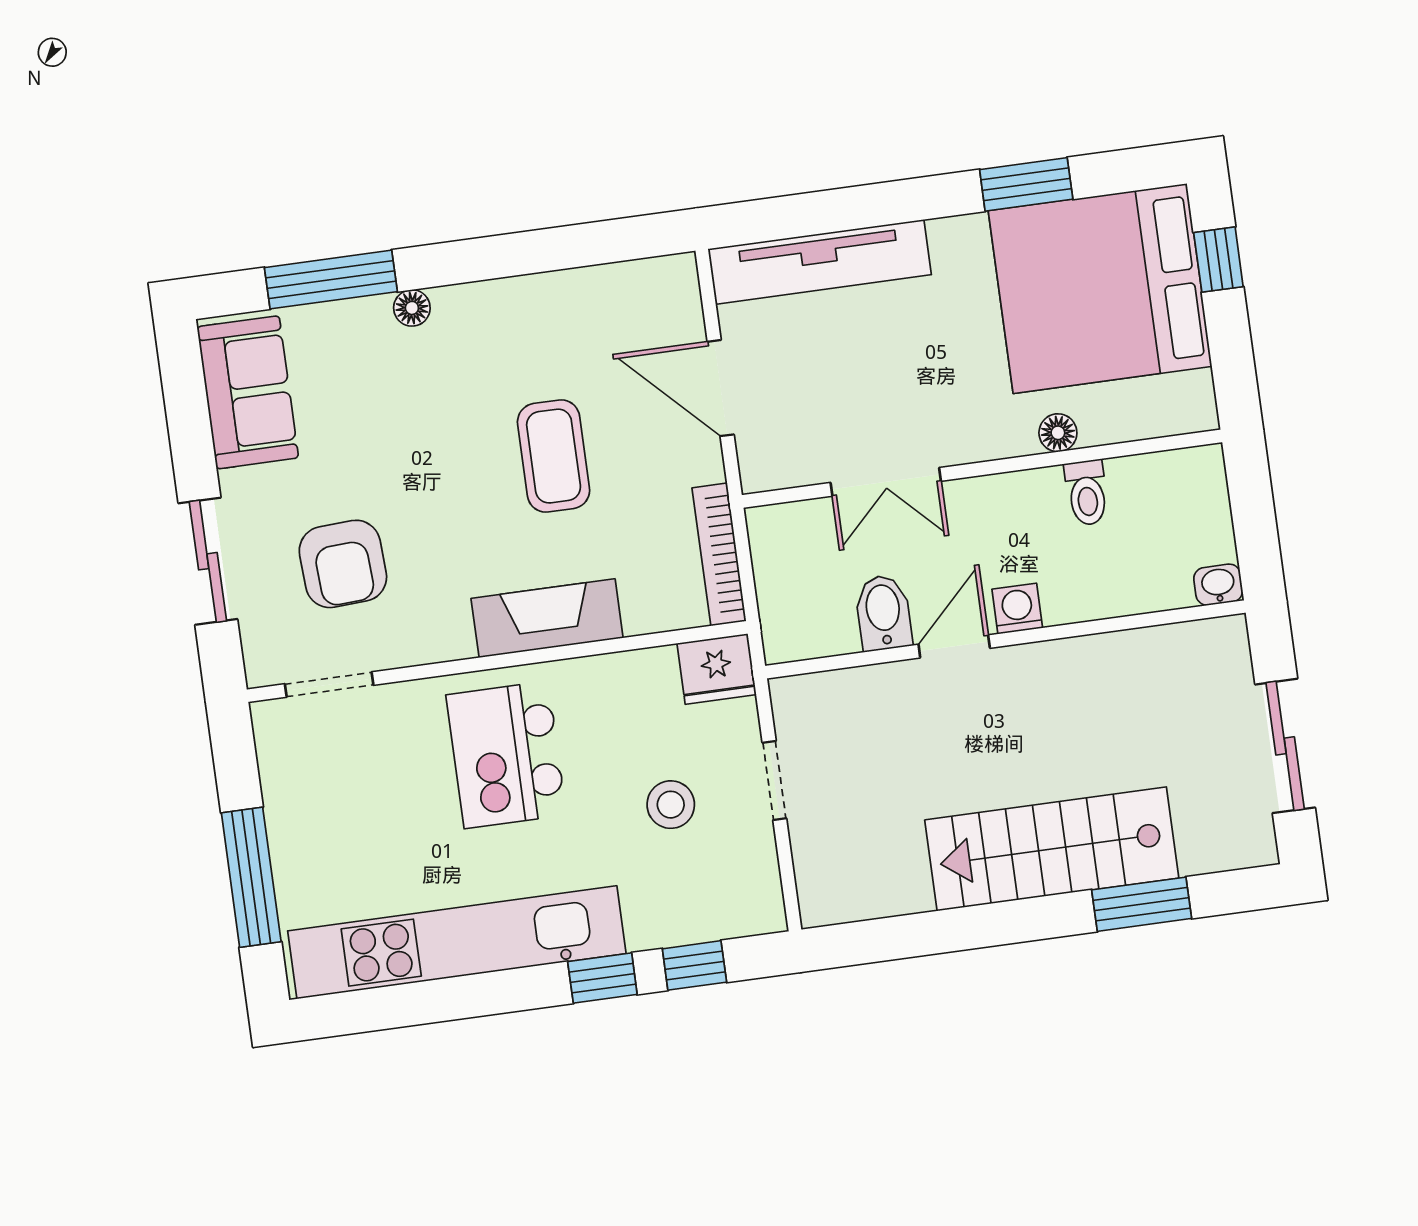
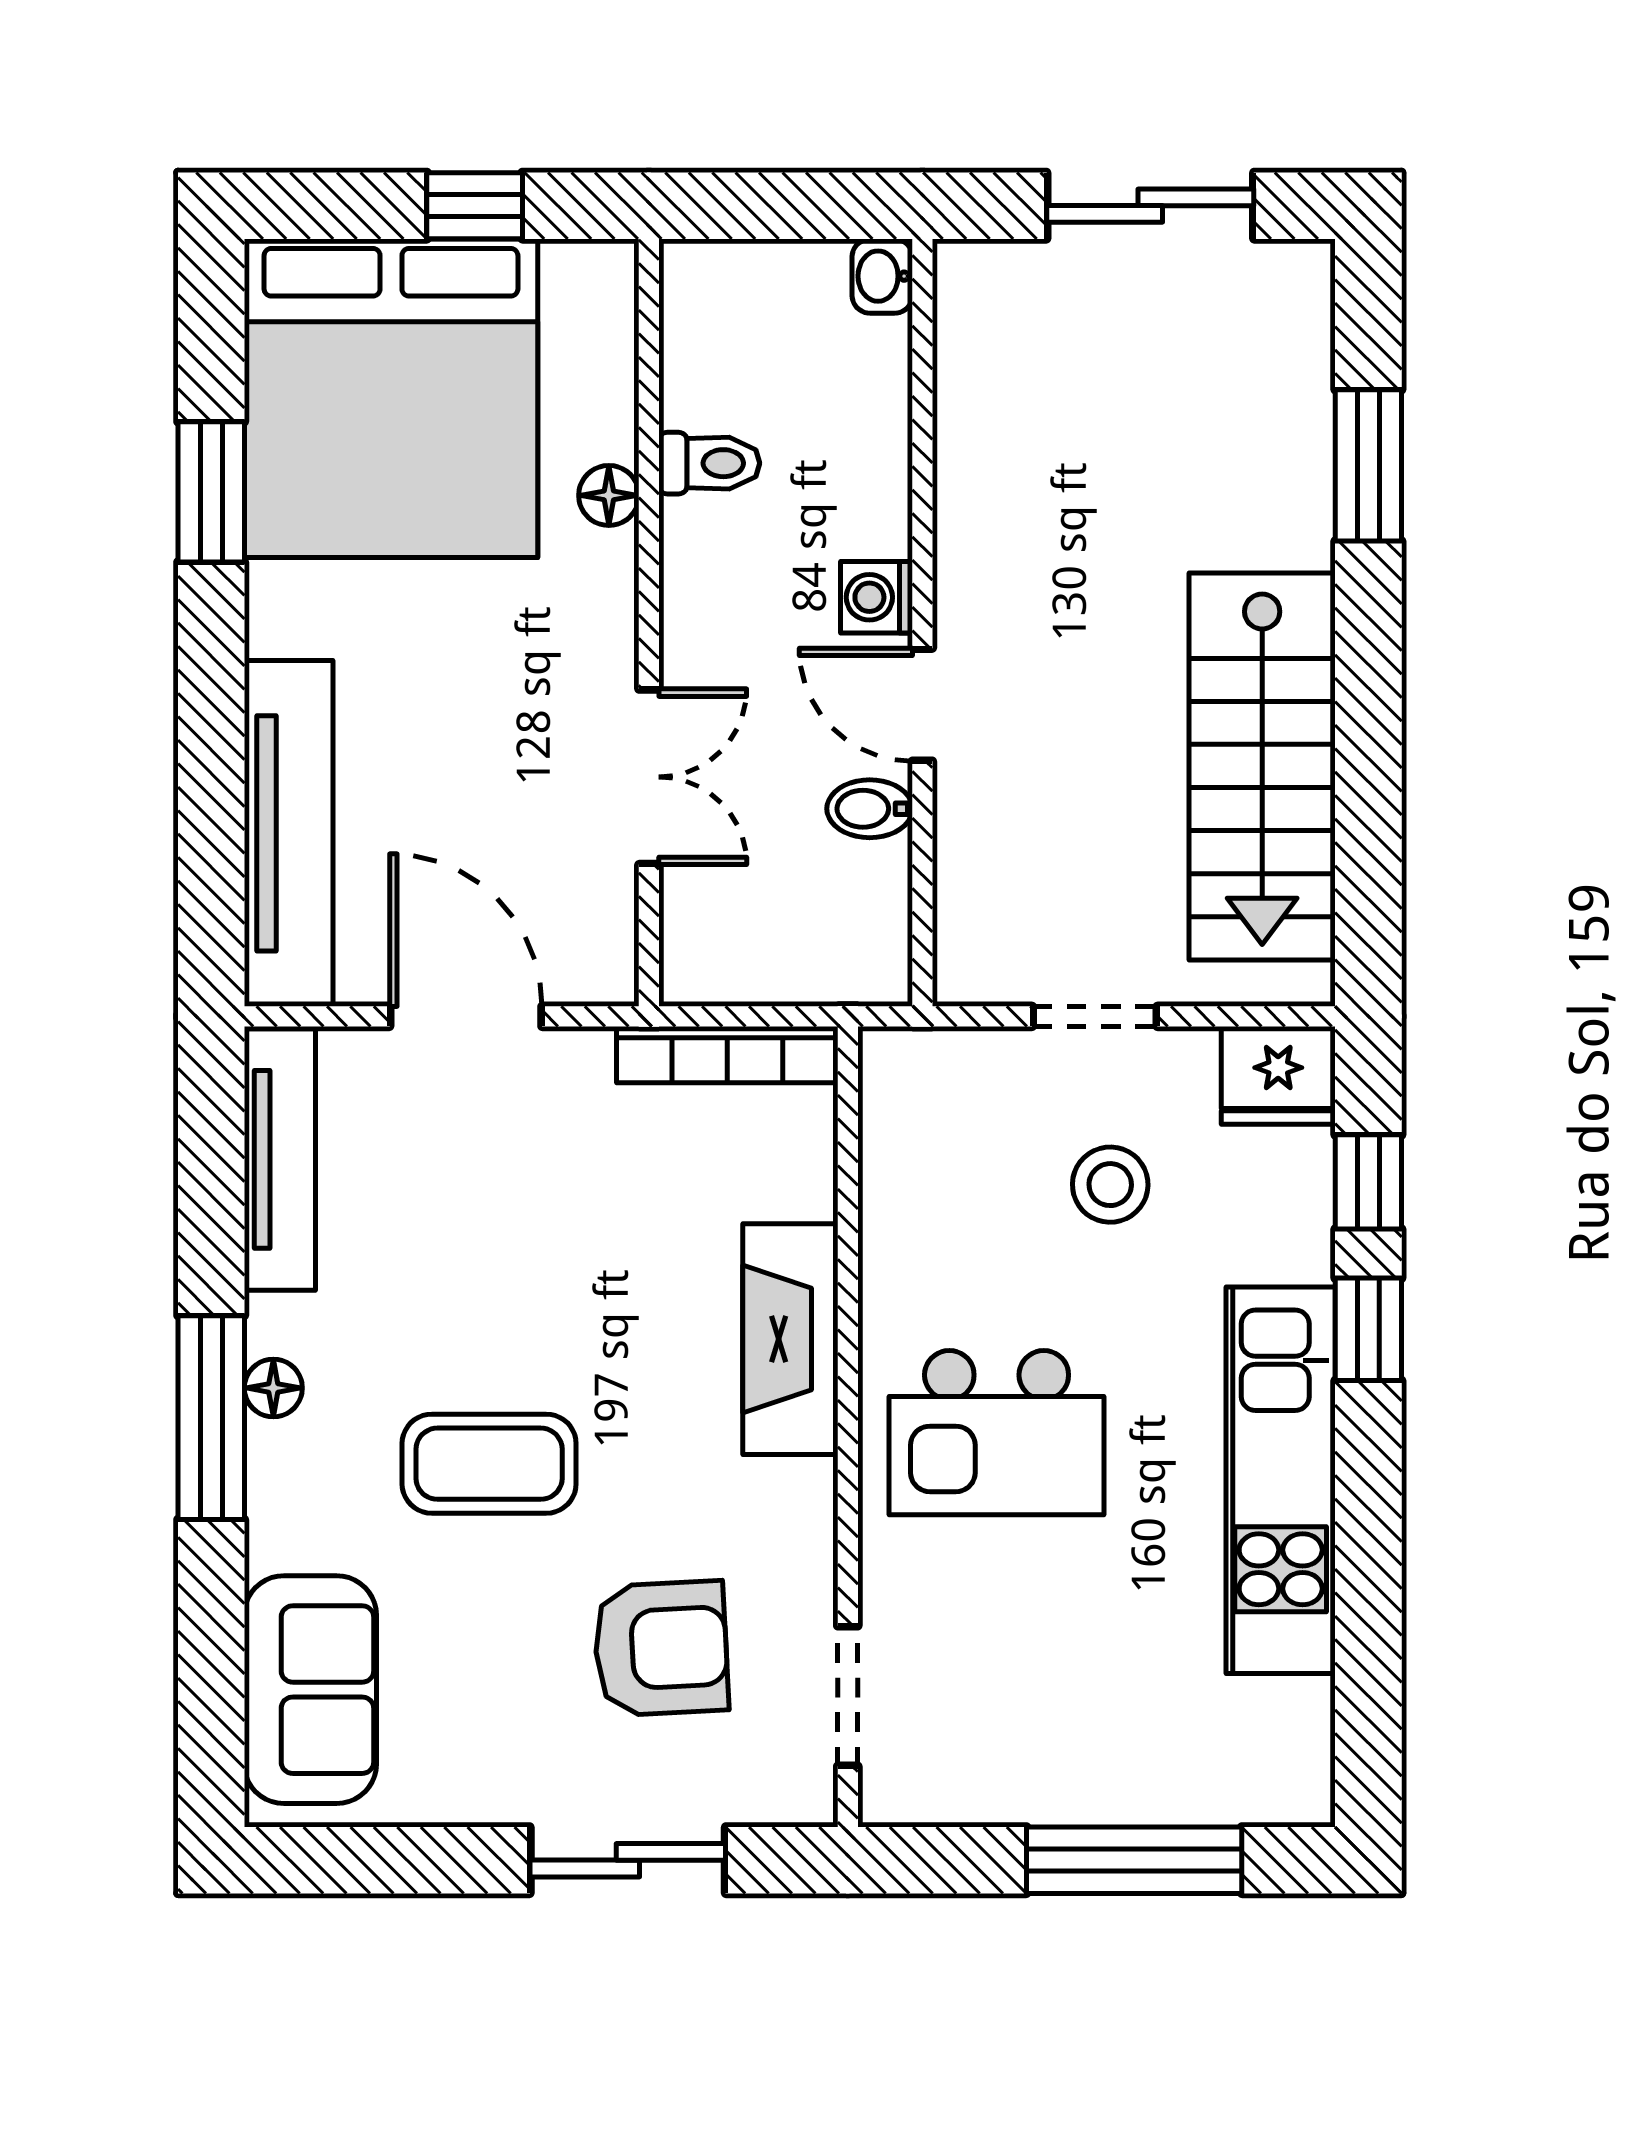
window: (1218, 260) -> (475, 206), moved
window: (331, 280) -> (211, 1418), moved
tv unit: (615, 284) -> (280, 1159), added
floor lamp: (412, 308) -> (273, 1388), moved
door: (721, 388) -> (466, 1016), swing flipped
sofa: (248, 392) -> (310, 1690), moved, turned 90
coffee table: (554, 456) -> (489, 1464), moved
bidet: (883, 613) -> (870, 809), width x0.72, depth x0.74
fridge: (717, 669) -> (1278, 1075), moved, turned 90
stairs: (1052, 849) -> (1262, 766), moved
kitchen unit: (457, 942) -> (1281, 1480), width x0.73

